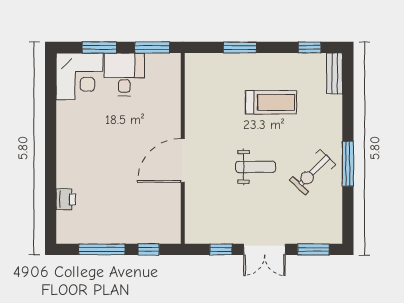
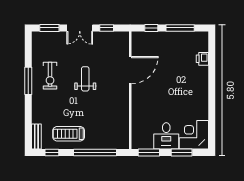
window: (240, 47) -> (95, 153), width x2.11
treadmill: (271, 102) -> (69, 134), moved
door: (183, 160) -> (130, 70), moved
weight bench: (256, 167) -> (85, 79), turned 90
exercise bike: (313, 172) -> (50, 76), turned 135
double door: (264, 249) -> (80, 28), swing flipped

